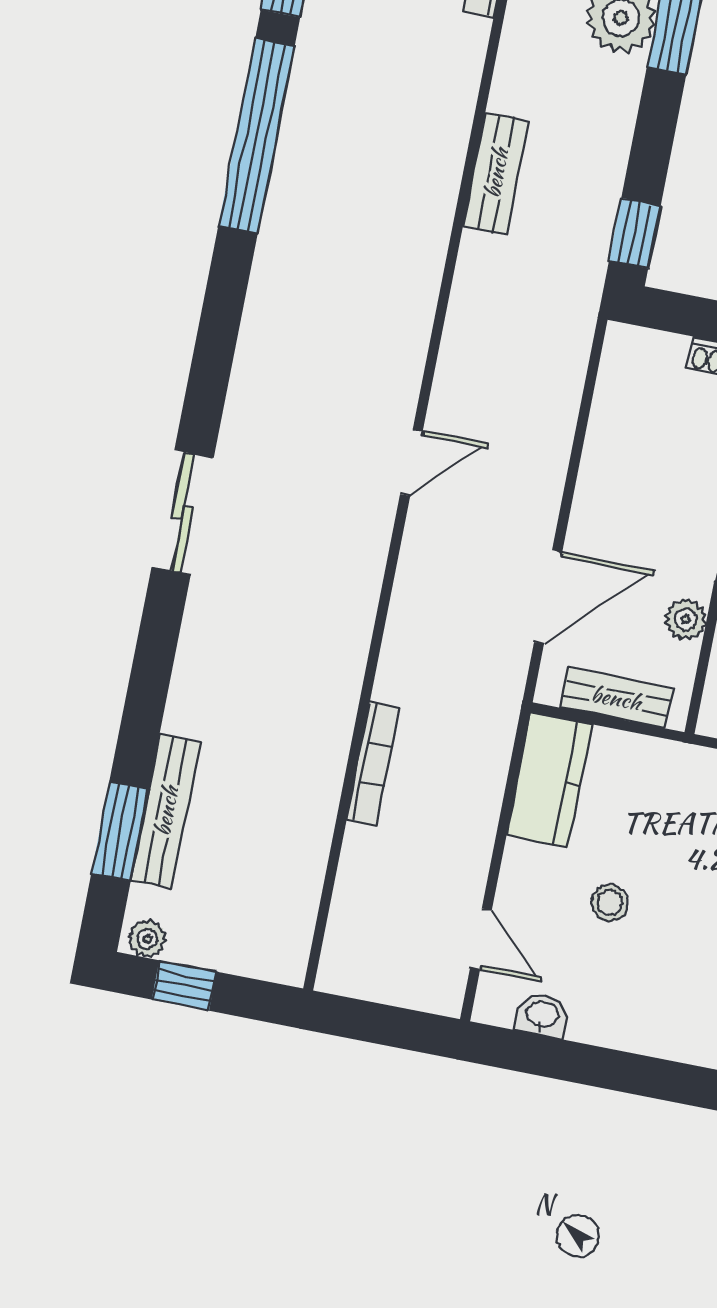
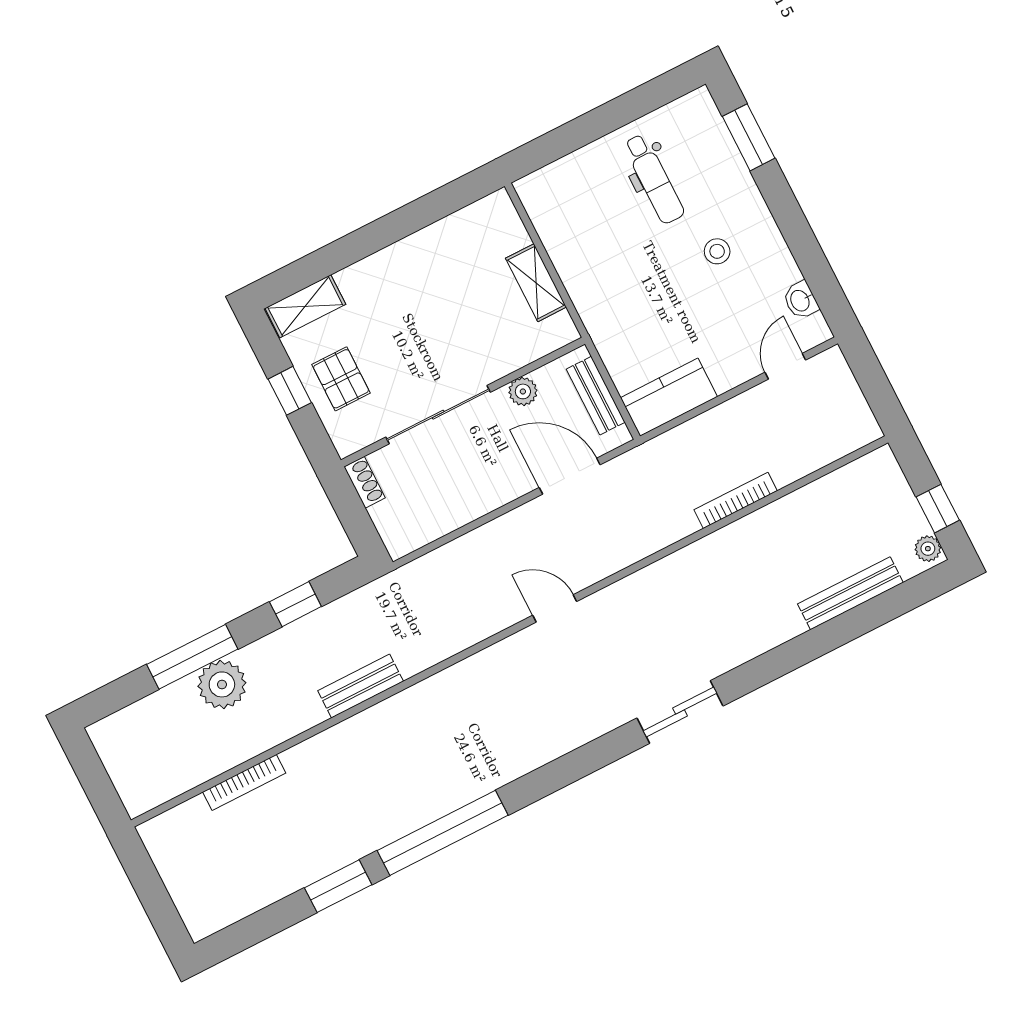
window: (635, 233) -> (295, 604), moved
window: (120, 831) -> (881, 610), removed
stool: (610, 903) -> (717, 251), moved

